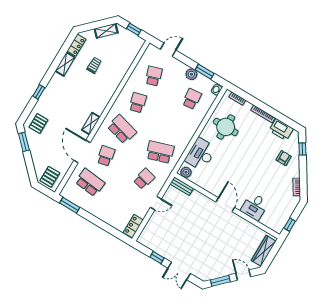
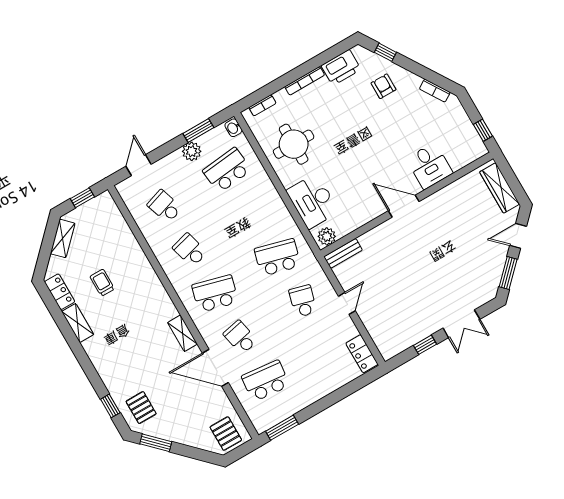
window: (39, 92) -> (110, 406), moved
school desk: (192, 99) -> (227, 170), width x1.85
school desk: (160, 152) -> (278, 257), turned 33

